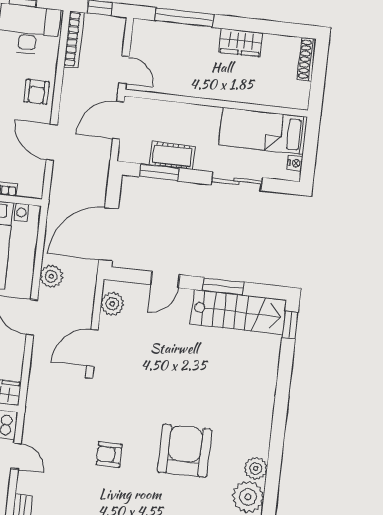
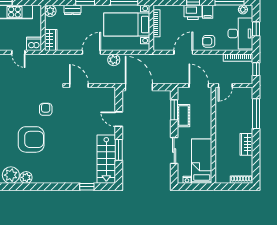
plant: (112, 304) -> (103, 93), removed
window: (290, 325) -> (87, 187), moved
armchair: (109, 455) -> (46, 109), moved
door: (16, 456) -> (18, 52), hinge flipped

